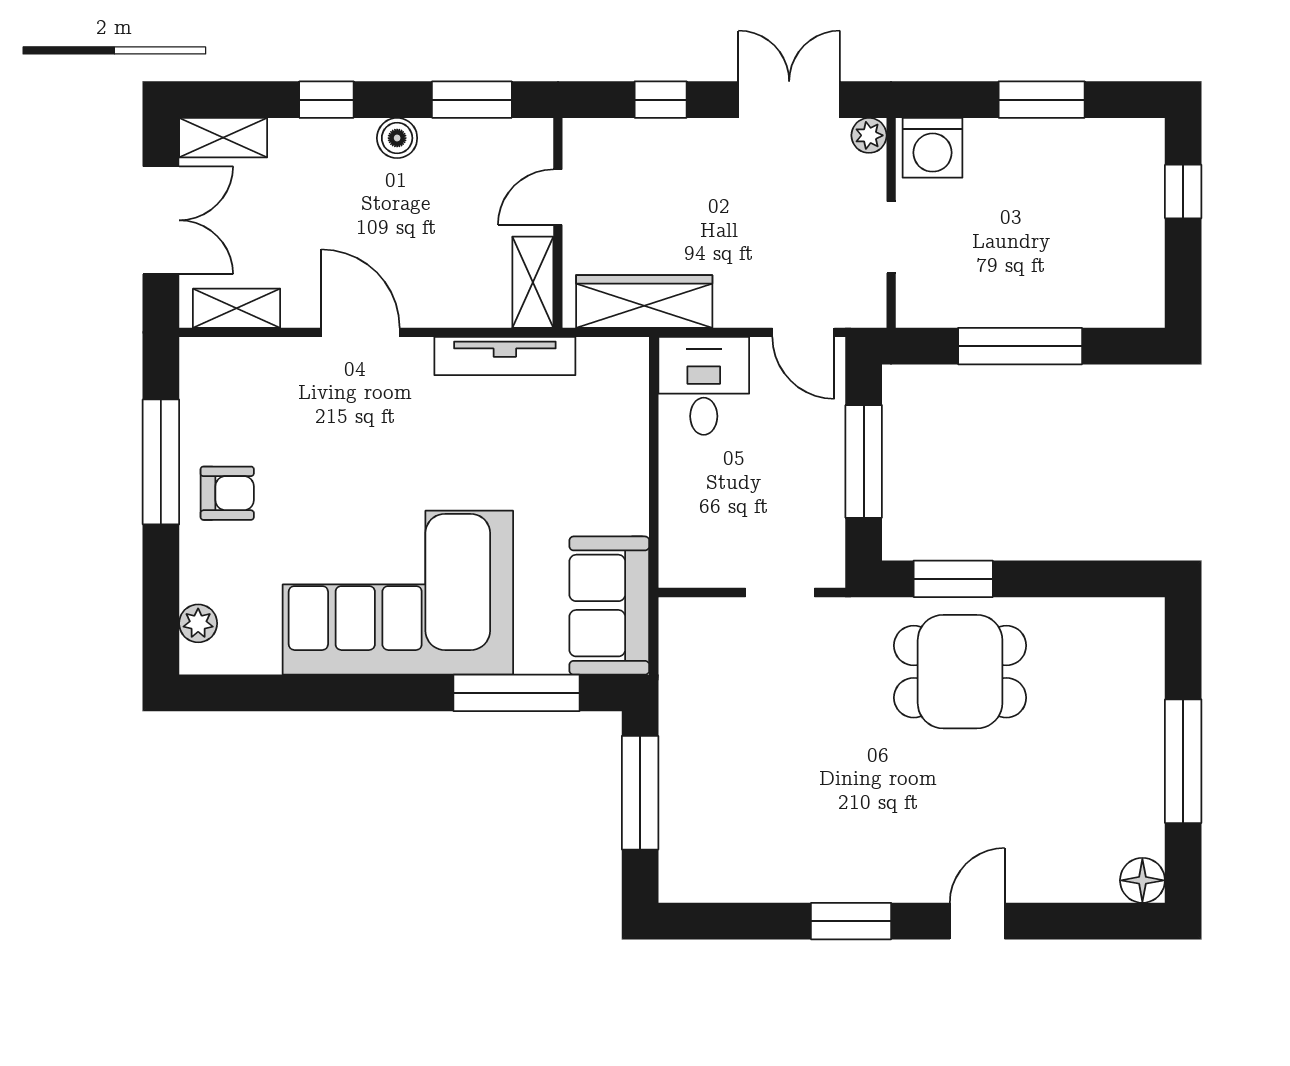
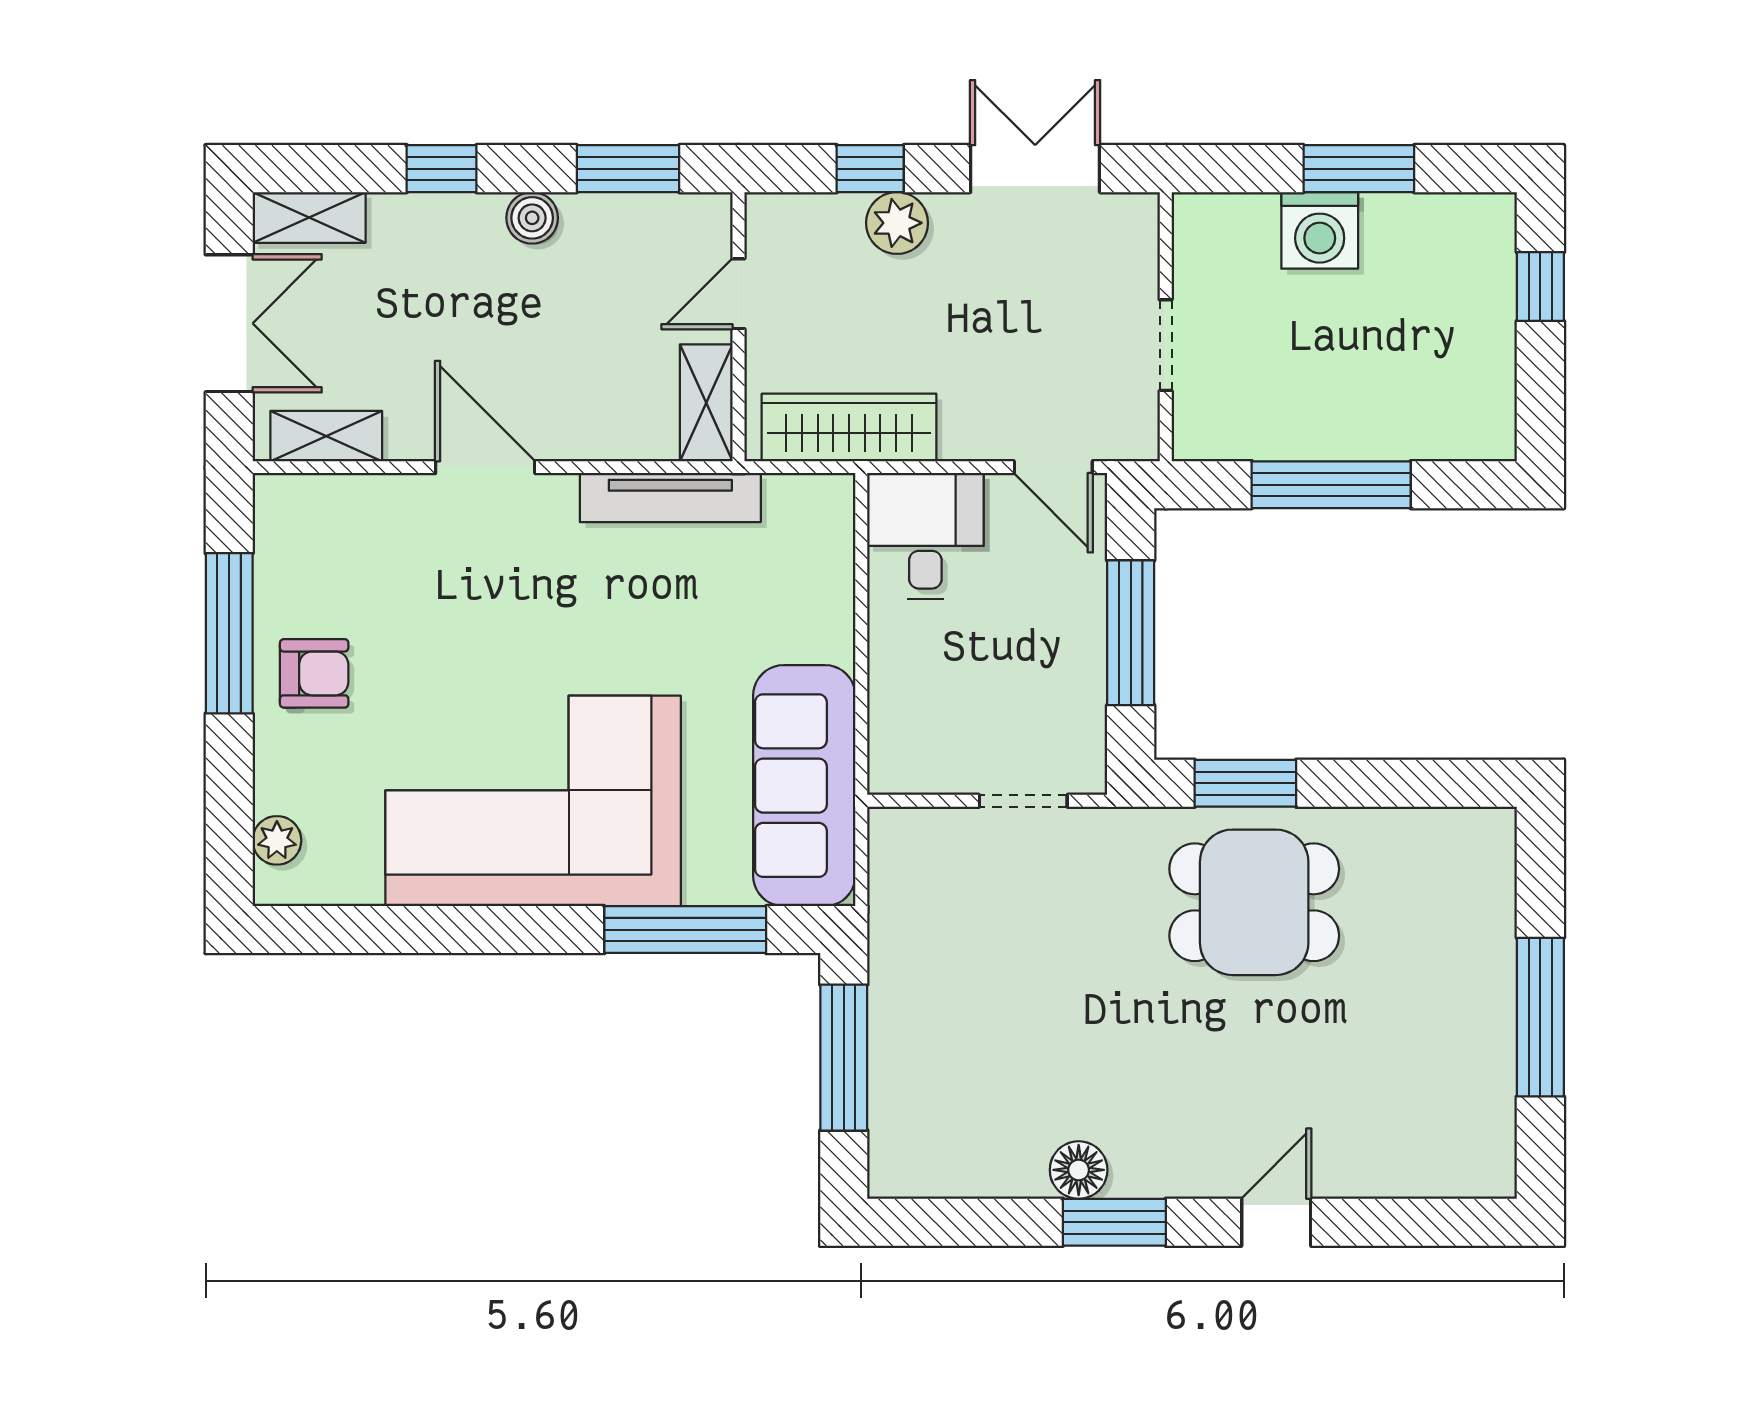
plant: (869, 135) -> (897, 223), moved, width x1.38, depth x1.38
washing machine: (933, 148) -> (1320, 230), moved
sofa: (609, 606) -> (804, 786), width x1.36
floor lamp: (1142, 880) -> (1079, 1170), moved

